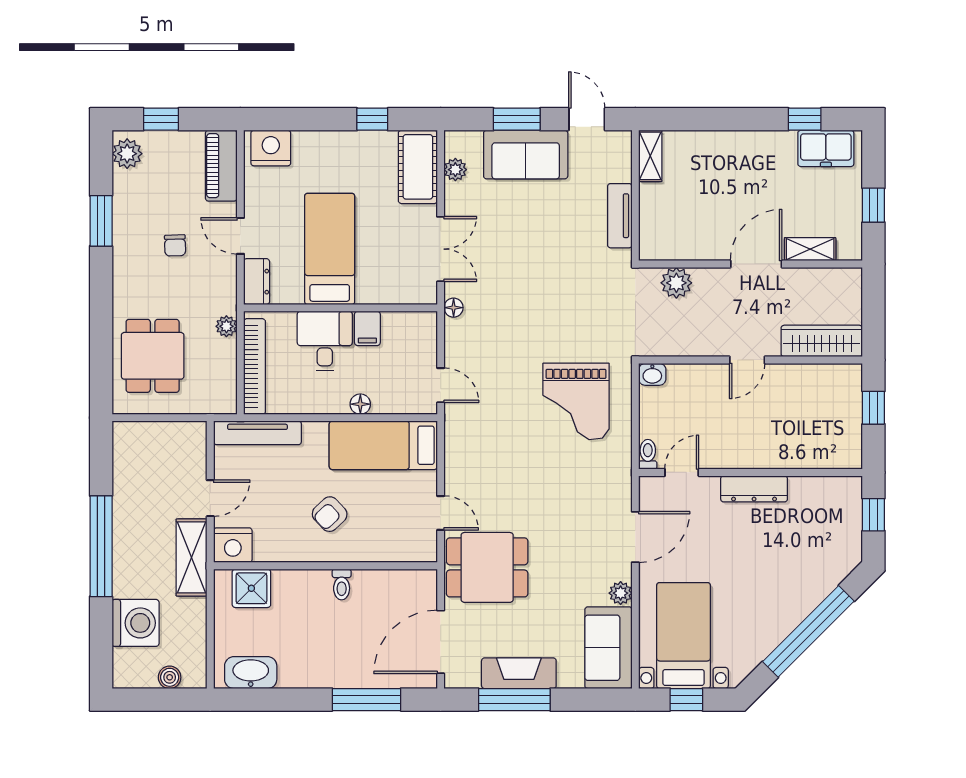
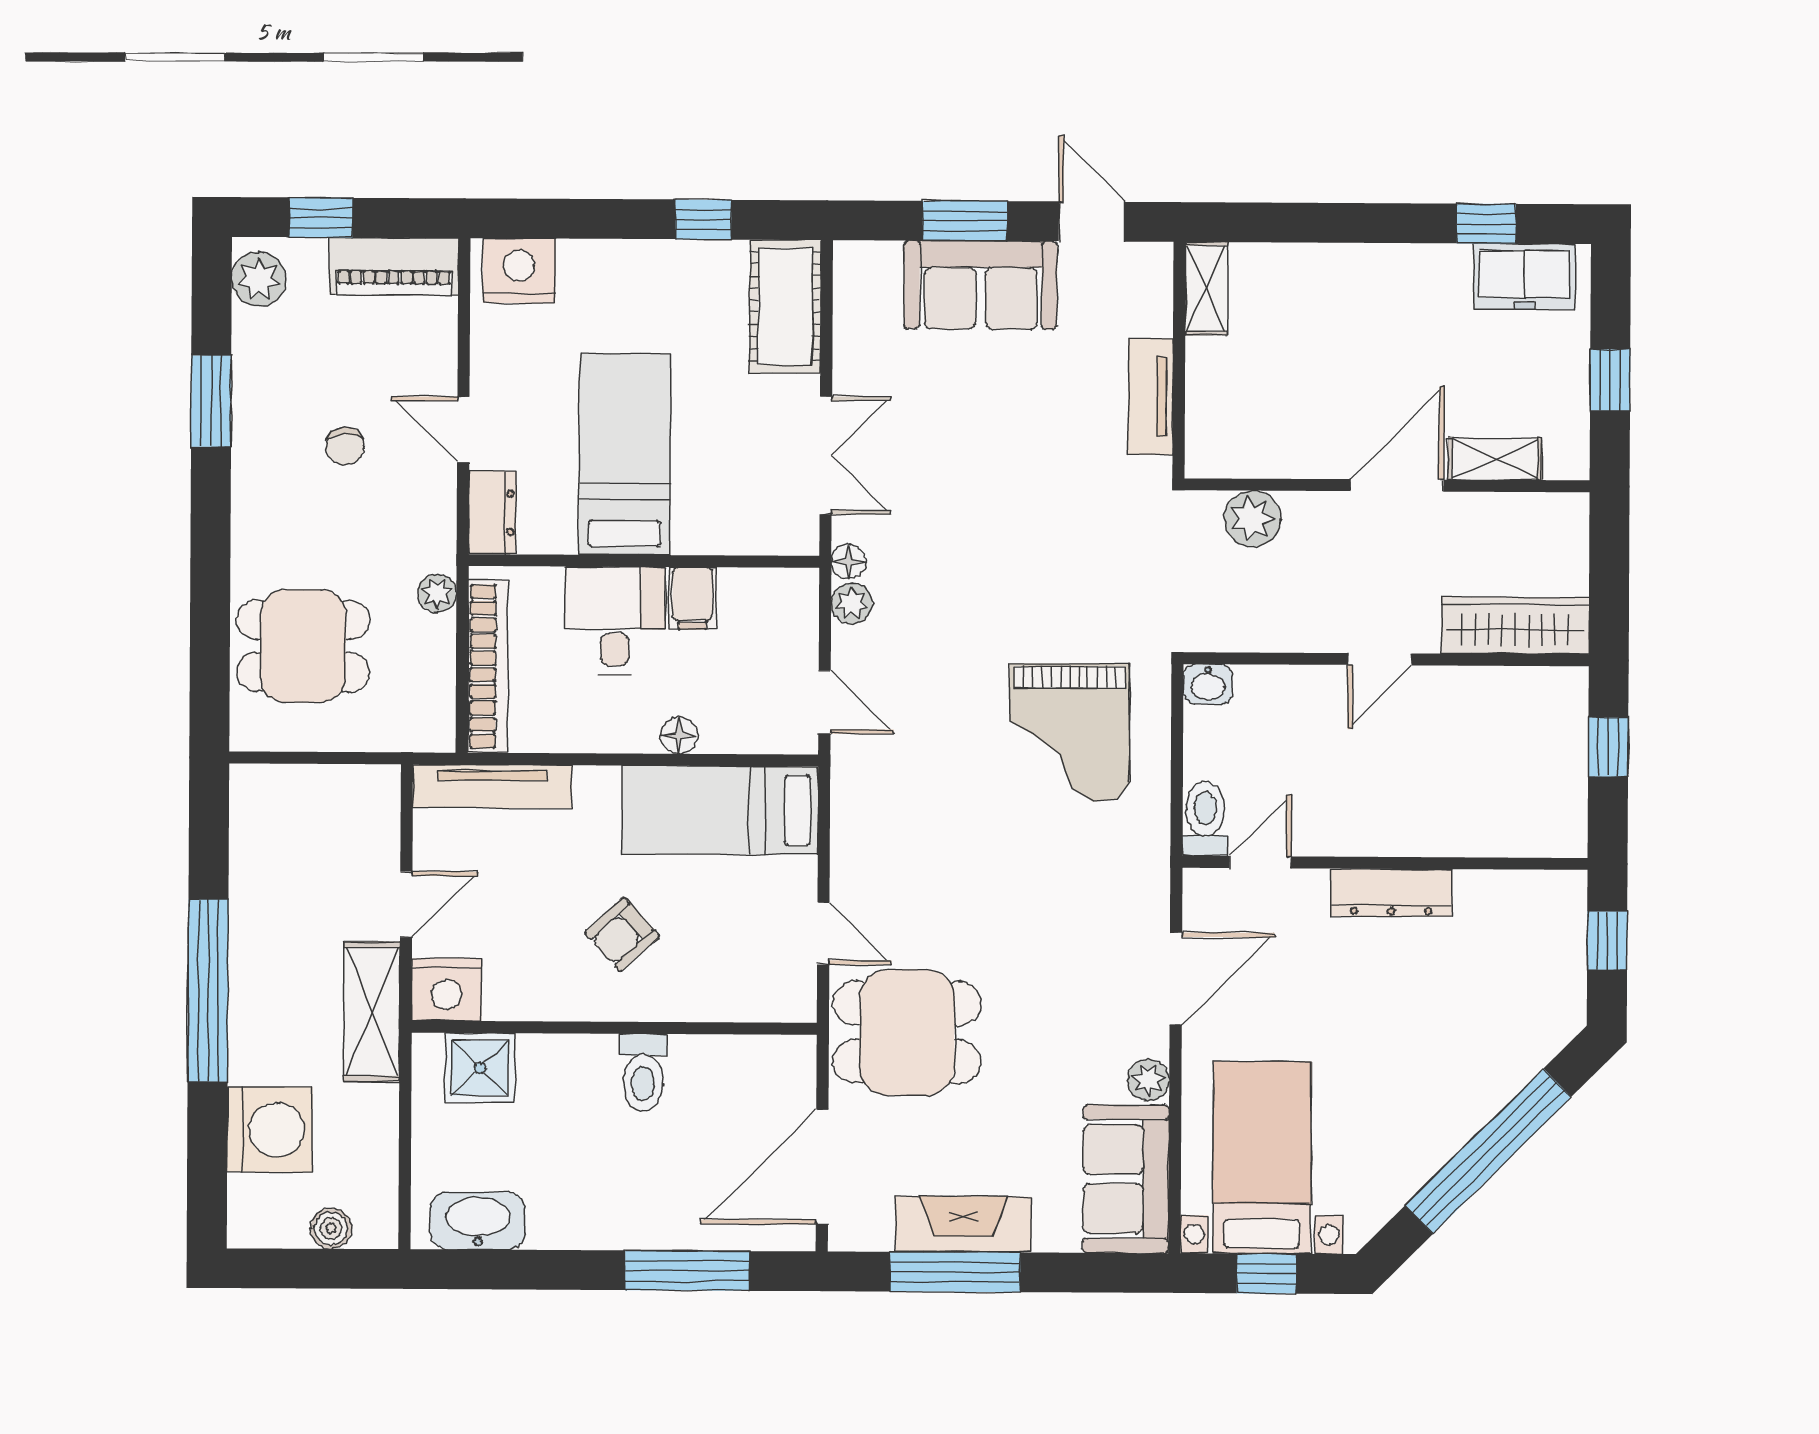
piano: (221, 166) -> (394, 266), moved, turned -90
plant: (455, 170) -> (852, 603), moved
dining table: (153, 356) -> (303, 646), turned 90
toilet: (648, 454) -> (1205, 819), width x1.37, depth x1.39
toilet: (342, 584) -> (643, 1073), width x1.37, depth x1.39

